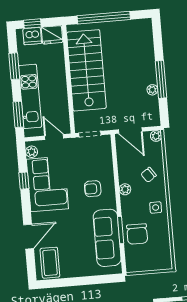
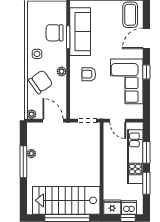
stairs: (86, 70) -> (66, 200), moved, turned 90
window: (18, 114) -> (146, 152), moved
plant: (32, 152) -> (138, 110), removed
chair: (149, 175) -> (41, 82), width x1.87, depth x1.87
window: (24, 181) -> (146, 72), moved
armchair: (93, 189) -> (89, 74), turned 180
chair: (137, 234) -> (54, 33), turned -90

